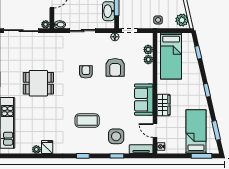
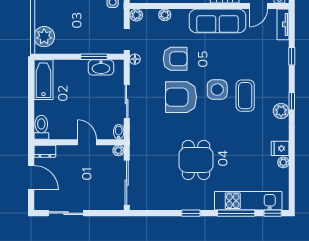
plant: (148, 50) -> (136, 15), moved
armchair: (86, 72) -> (181, 97), width x1.88, depth x1.88
sofa: (144, 100) -> (218, 21), width x1.36
side table: (116, 136) -> (217, 90), moved
plant: (76, 148) -> (281, 111), added

